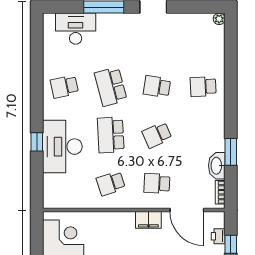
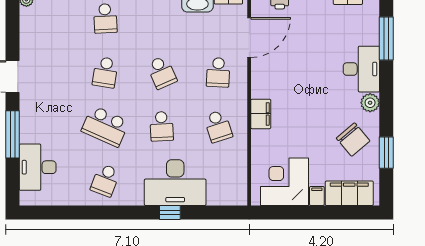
school desk: (64, 87) -> (105, 180), turned 33
school desk: (111, 87) -> (105, 126), turned 39
school desk: (111, 135) -> (162, 126), width x0.54
filing cabinet: (148, 220) -> (261, 114), moved

